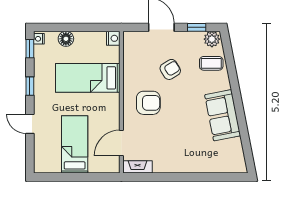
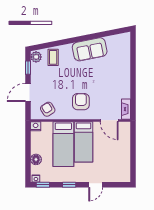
armchair: (170, 69) -> (48, 109), moved
bed: (75, 144) -> (83, 142), moved, turned -90

